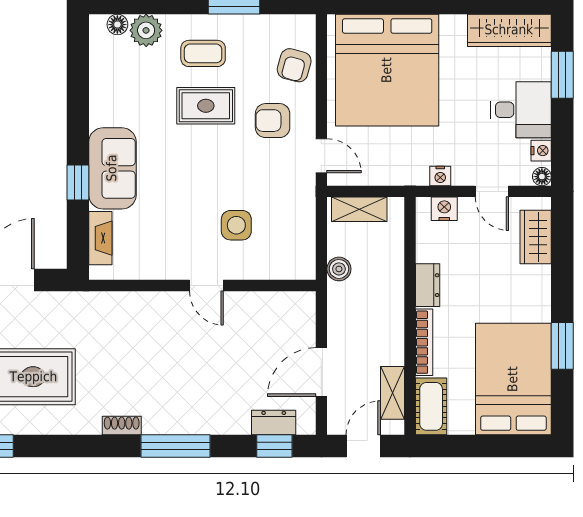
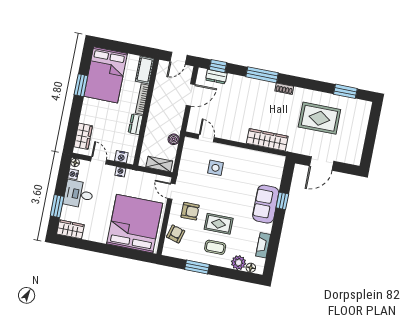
wardrobe: (509, 30) -> (70, 229), width x0.67
fireplace: (100, 238) -> (263, 245), moved
door: (206, 285) -> (206, 138), moved
wardrobe: (137, 308) -> (267, 140), added
shelving: (393, 393) -> (161, 79), removed

